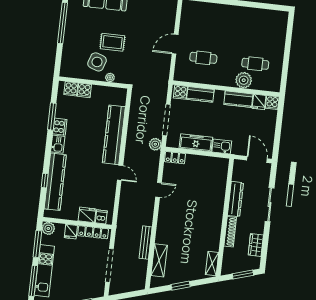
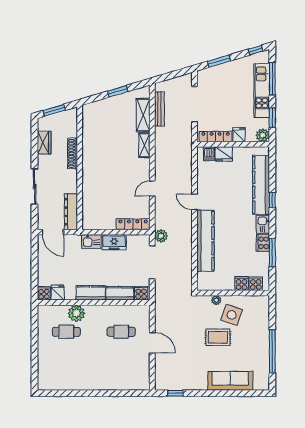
door: (175, 44) -> (152, 343), hinge flipped
kitchen counter: (238, 99) -> (91, 293), moved
freezer: (196, 143) -> (114, 242), width x0.71
locker: (175, 158) -> (133, 224), width x1.53
window: (45, 181) -> (272, 200), moved
dresser: (235, 199) -> (71, 212), moved
bench: (146, 243) -> (159, 109), moved
window: (37, 244) -> (272, 118), width x0.69
shelving: (212, 264) -> (144, 145), moved

